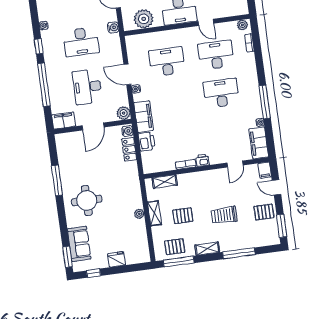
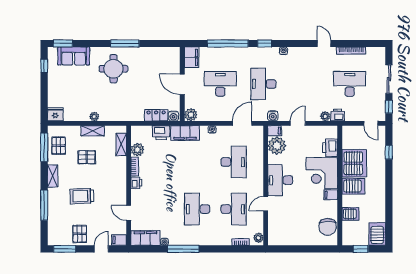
filing cabinet: (128, 23) -> (275, 131), added
door: (127, 74) -> (242, 123), moved
desk: (221, 93) -> (197, 209), turned 180
plant: (168, 164) -> (137, 150), added
window: (57, 180) -> (125, 43), moved
trolley: (224, 215) -> (82, 196), turned -92
pallet: (183, 216) -> (87, 157), turned 90
fridge: (117, 259) -> (55, 114), moved, turned -90

